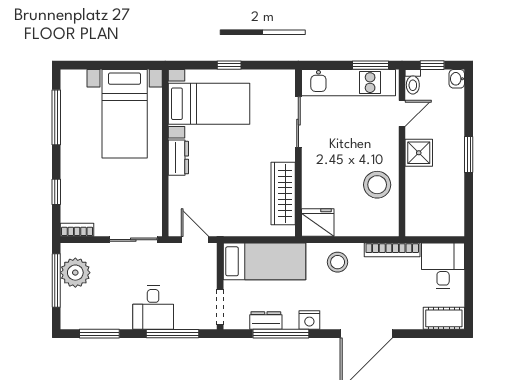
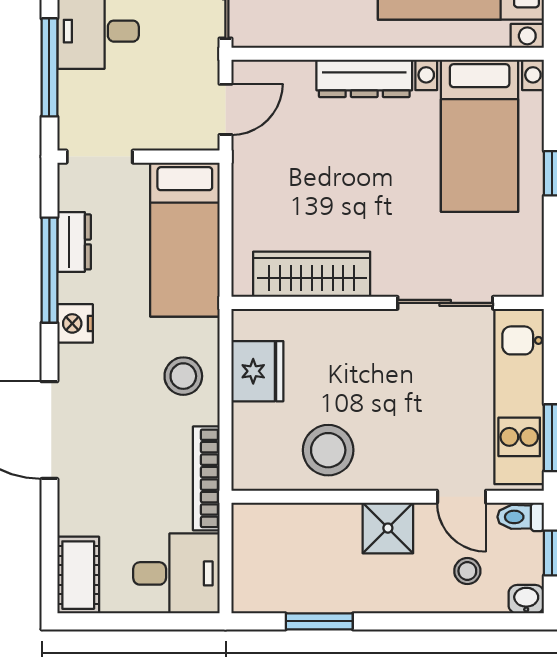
stool: (442, 110) -> (467, 571), added
window: (469, 155) -> (319, 621), moved
dresser: (178, 158) -> (364, 78), width x1.44
fridge: (318, 223) -> (257, 371), moved

